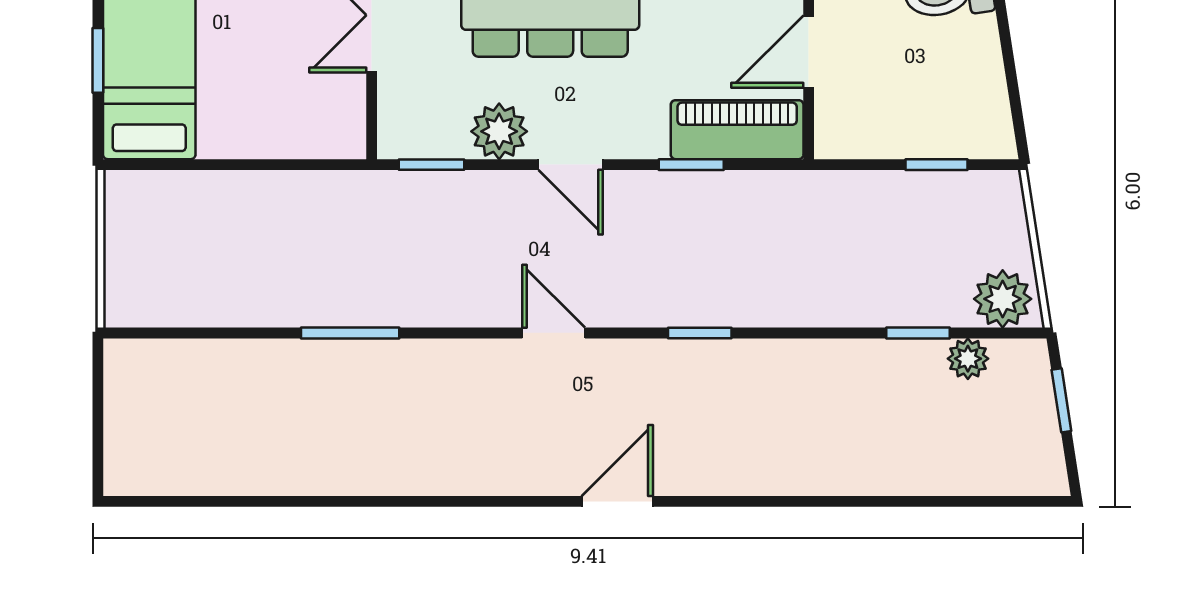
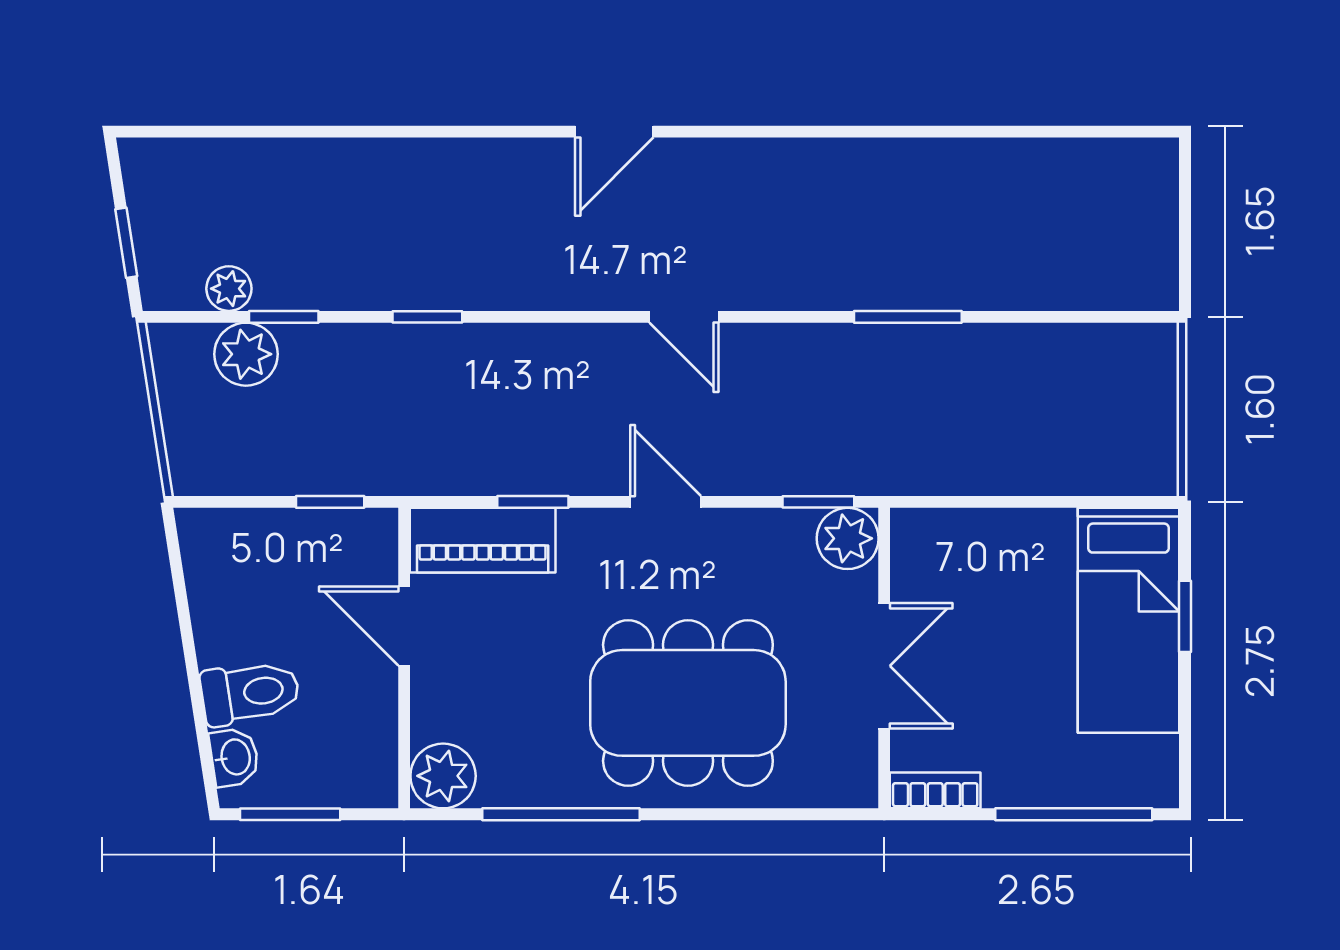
door: (809, 52) -> (404, 626), swing flipped
plant: (499, 131) -> (848, 538), moved
window: (936, 165) -> (330, 502), moved
plant: (1003, 299) -> (246, 354), moved
window: (700, 333) -> (427, 317), moved

